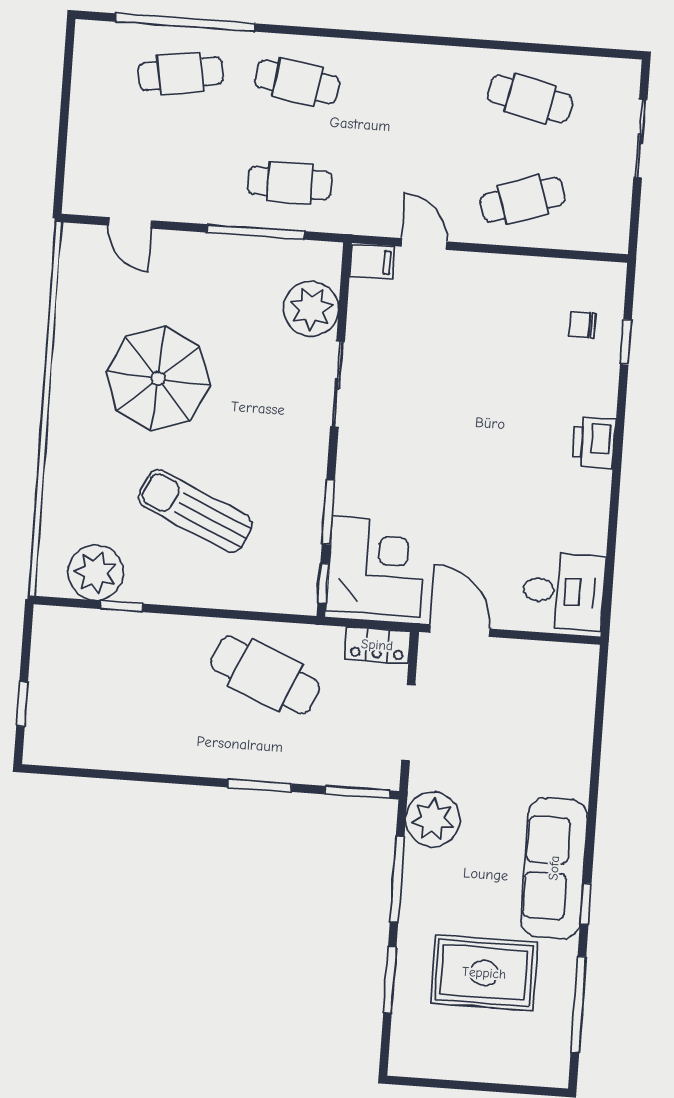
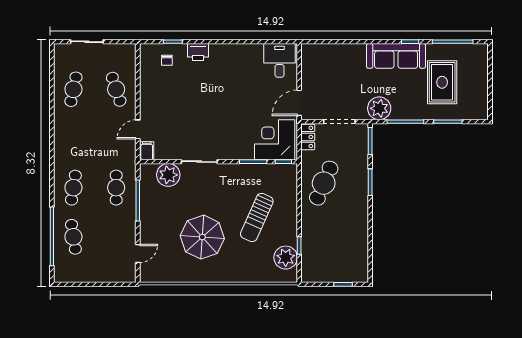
printer: (594, 443) -> (198, 52), moved

